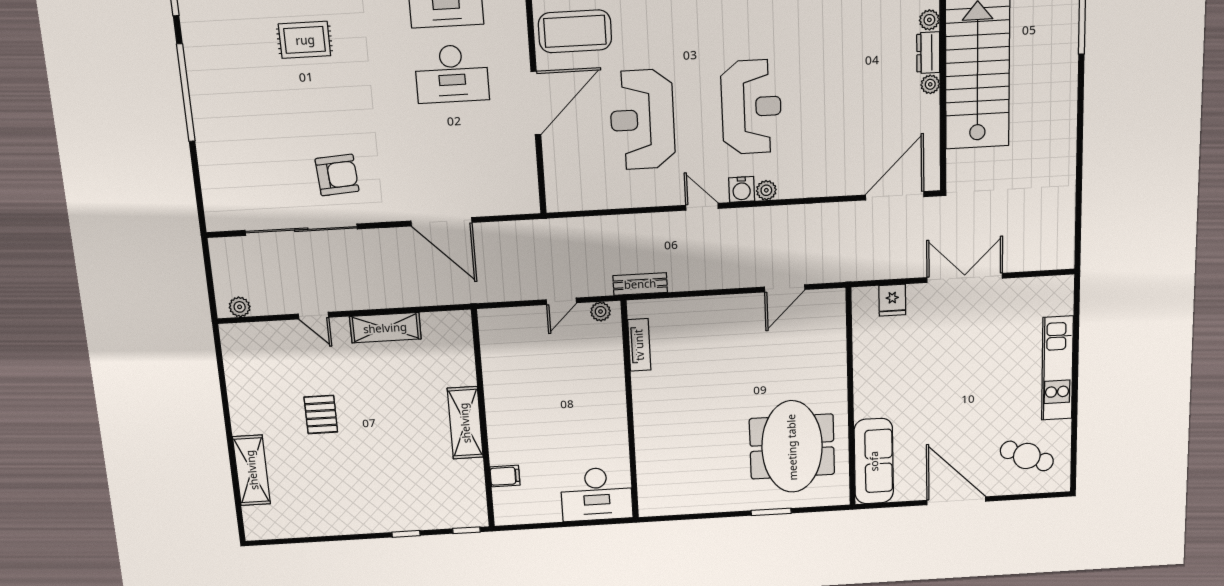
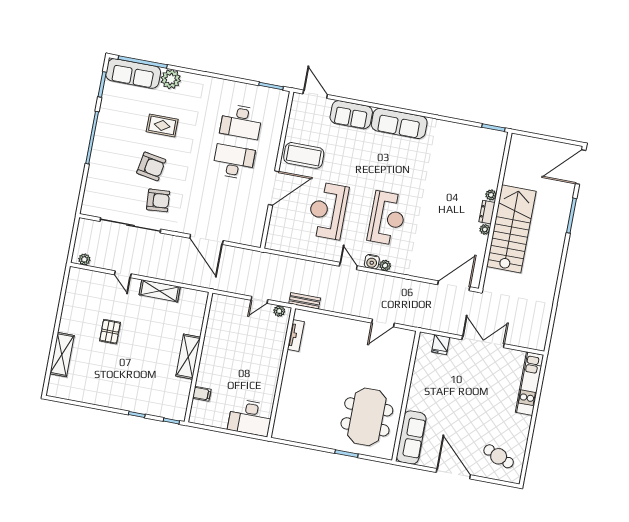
desk: (452, 74) -> (234, 162), turned 180
armchair: (307, 118) -> (151, 166), added
kitchen unit: (1057, 368) -> (530, 384), moved

